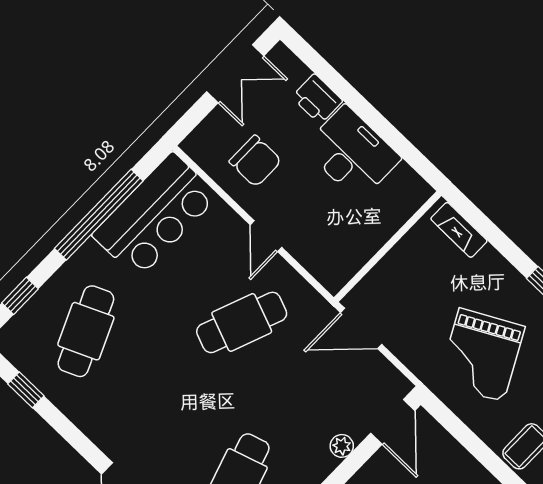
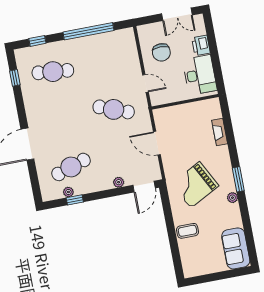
bar counter: (155, 215) -> (109, 46), removed
door: (266, 236) -> (145, 83), swing flipped
wall: (388, 247) -> (185, 102), moved
cafe table: (86, 331) -> (53, 72), turned 30

